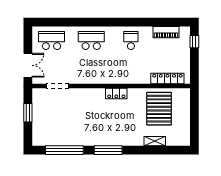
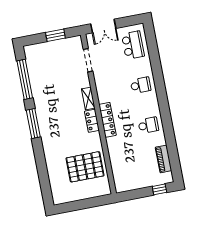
school desk: (91, 40) -> (141, 85), width x0.54
locker: (167, 78) -> (107, 120), moved
shelving: (155, 141) -> (88, 98), moved

